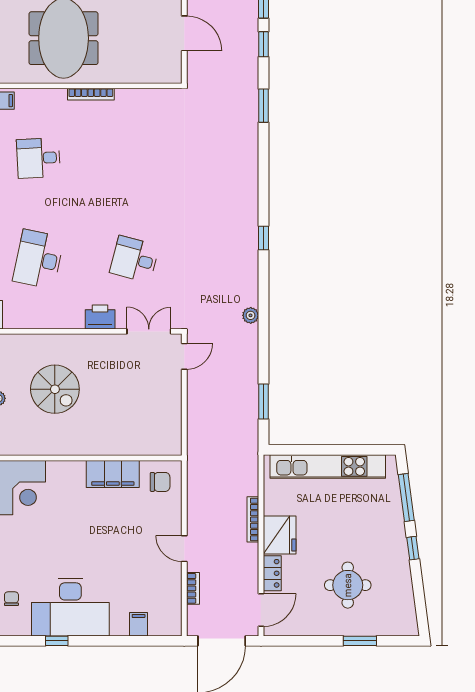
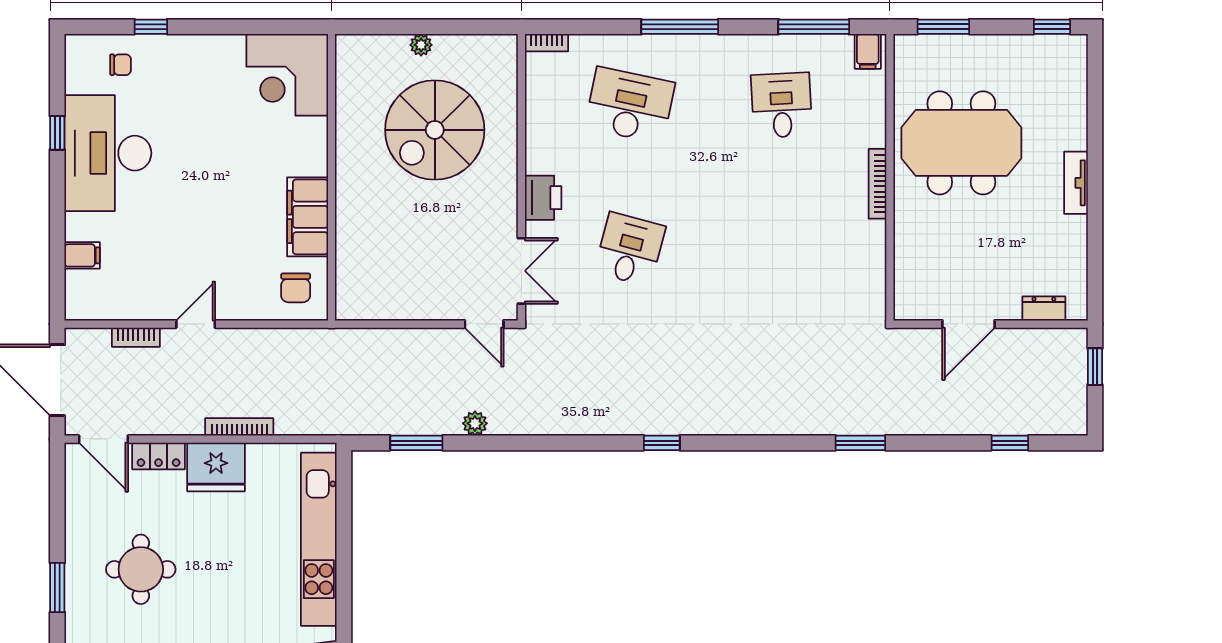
window: (263, 44) -> (952, 443), removed
plant: (251, 315) -> (475, 423), moved
spiral stairs: (55, 389) -> (435, 130), width x1.37, depth x1.37

